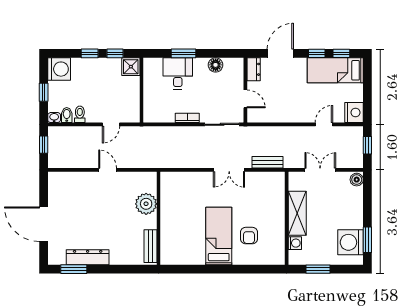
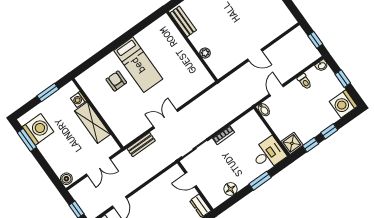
desk: (178, 73) -> (268, 154), moved, turned -90
bidet: (67, 115) -> (264, 110), moved
plant: (146, 204) -> (205, 53), width x0.53, depth x0.53

